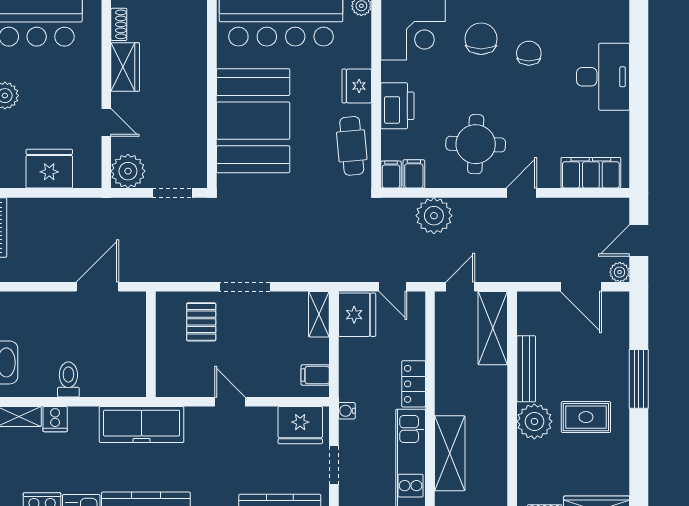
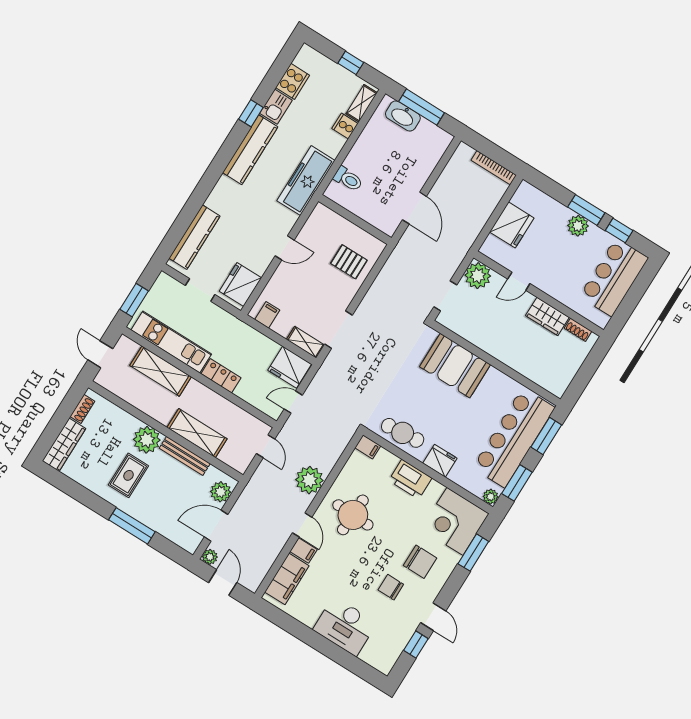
chair: (529, 53) -> (391, 587), turned 180
booth: (253, 121) -> (455, 366), width x0.73, depth x0.70
filing cabinet: (414, 174) -> (303, 551), moved
plant: (434, 216) -> (309, 480), moved
doorway: (245, 287) -> (338, 330), moved
plant: (541, 305) -> (221, 492), added
shelving: (493, 328) -> (197, 433), moved
toilet: (68, 379) -> (348, 179), moved
water cooler: (347, 411) -> (231, 321), removed

